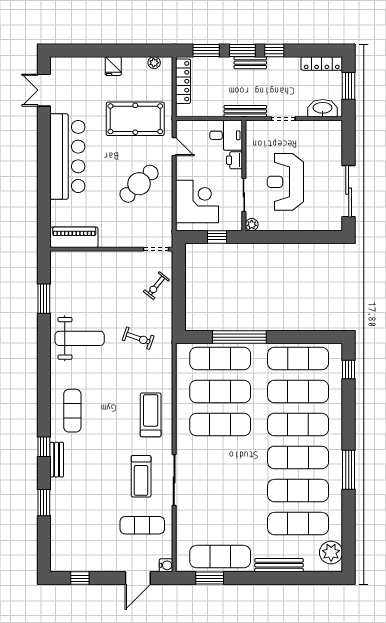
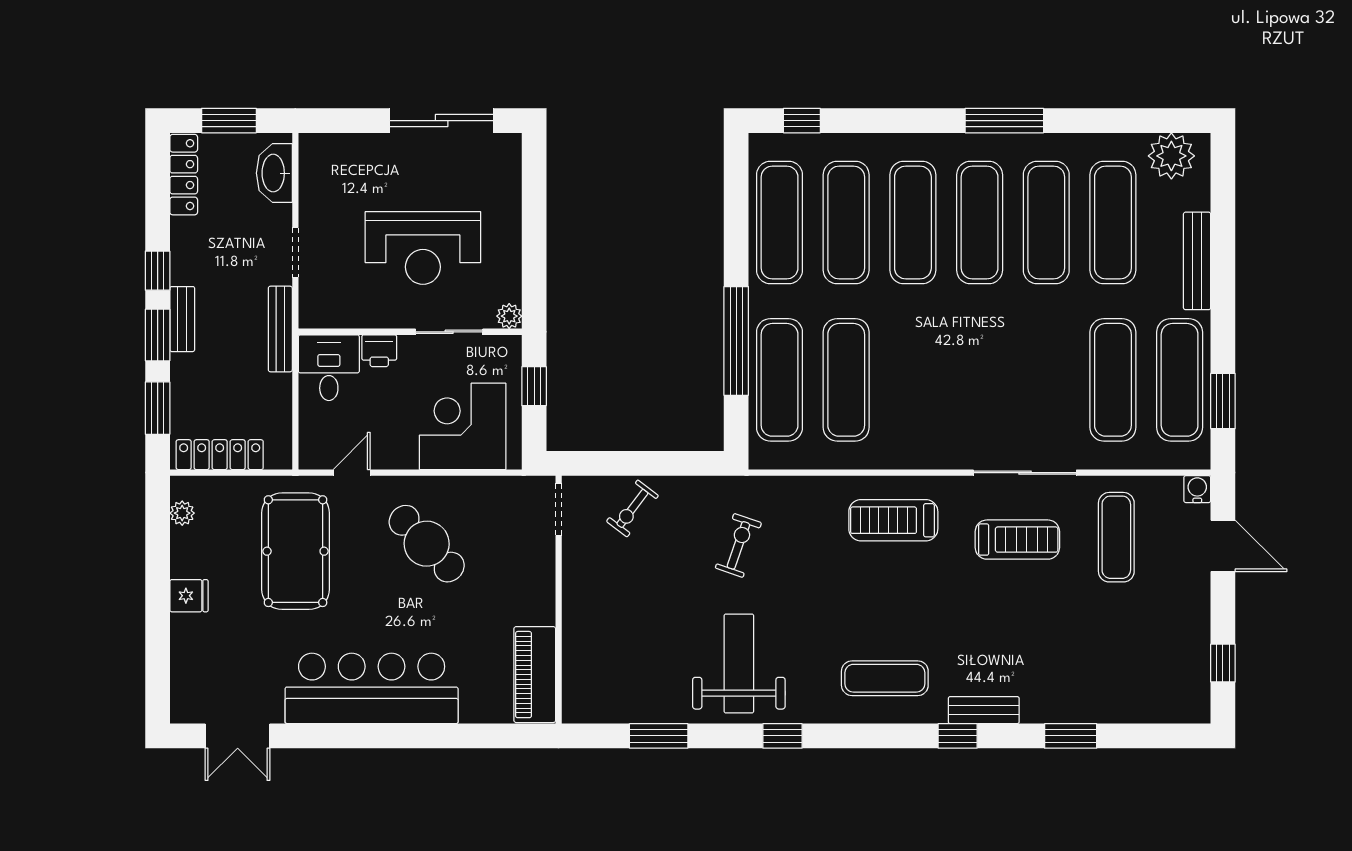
exercise bike: (156, 286) -> (632, 508), turned 88
window: (44, 360) -> (783, 736), added
exercise mat: (220, 425) -> (1113, 380), moved

